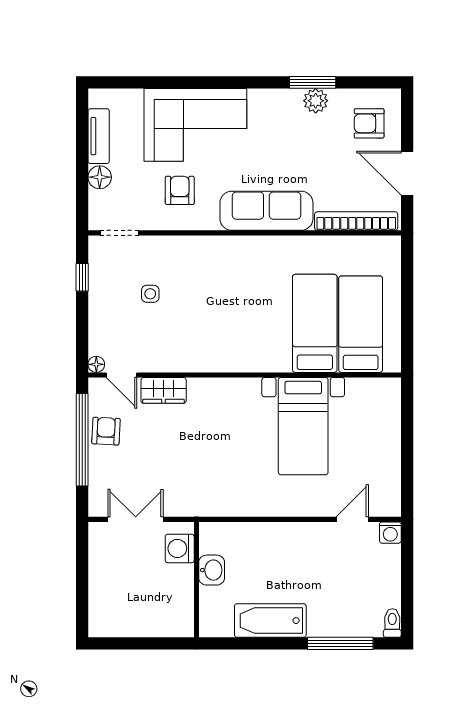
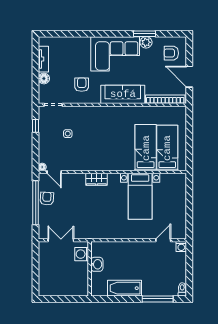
corner sofa: (195, 125) -> (115, 54), moved
wardrobe: (164, 390) -> (96, 179), moved

